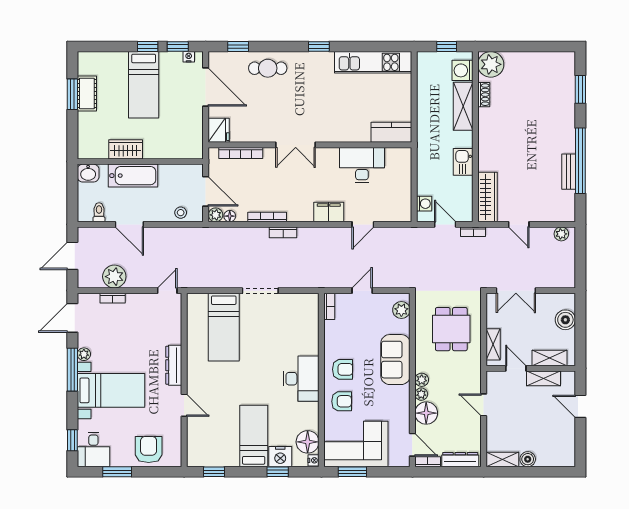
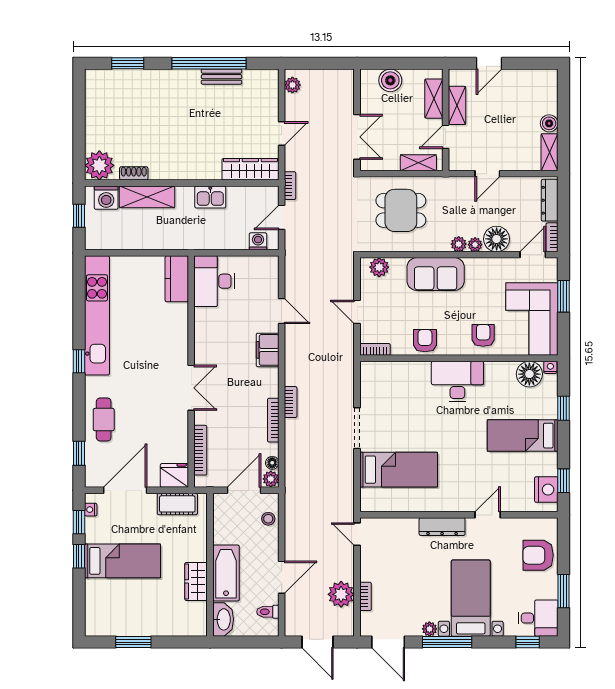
kitchen unit: (373, 62) -> (97, 315), width x1.36
cot: (87, 93) -> (177, 504), moved
desk: (362, 165) -> (214, 281), moved
washbasin: (88, 173) -> (223, 619), width x1.38
armchair: (343, 369) -> (425, 341), moved
nightstand: (280, 457) -> (546, 490), moved
window: (352, 472) -> (563, 296), moved

